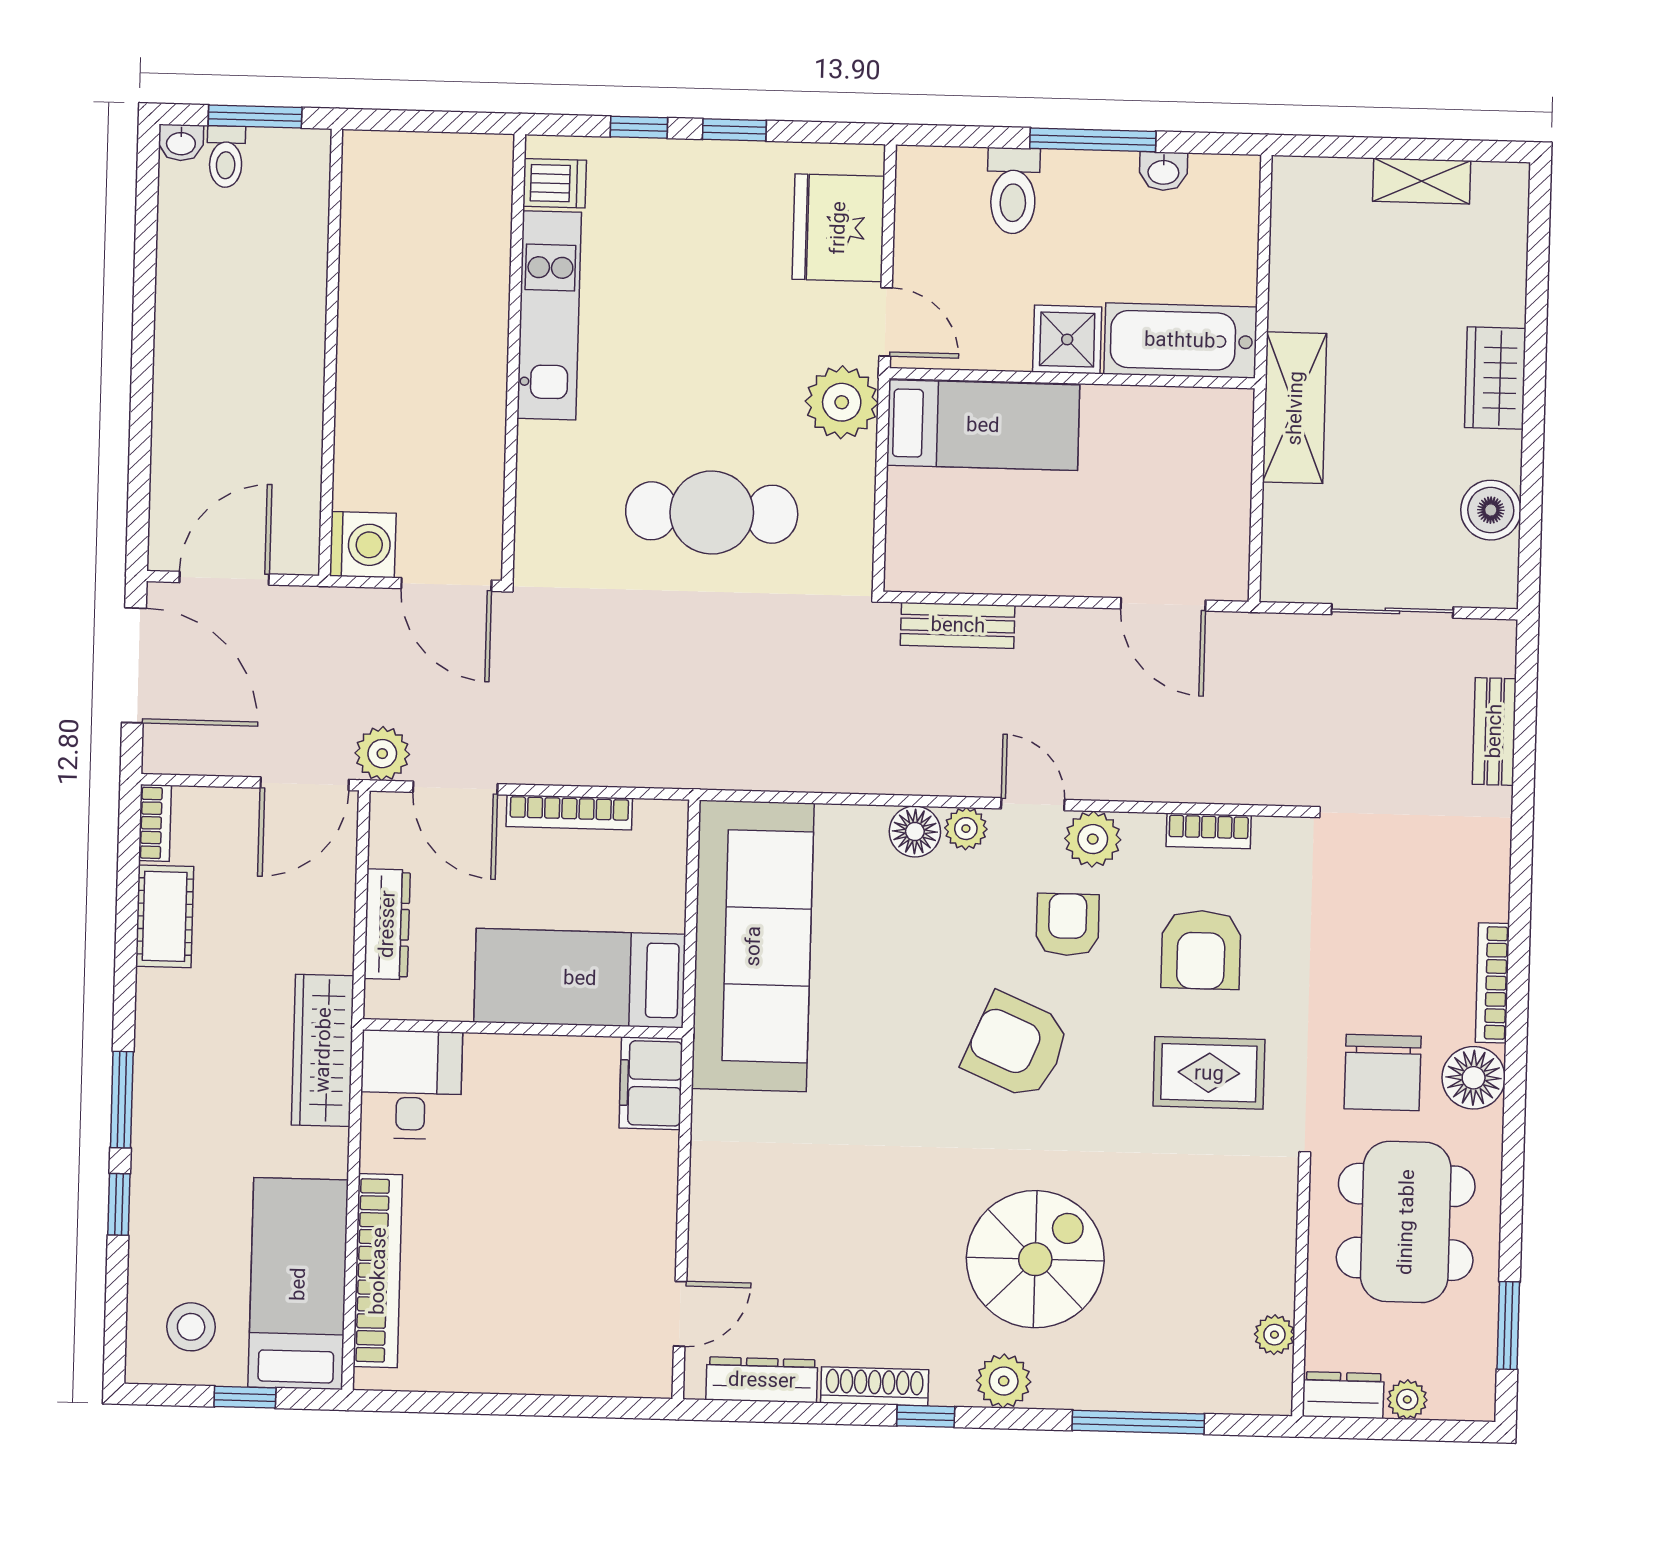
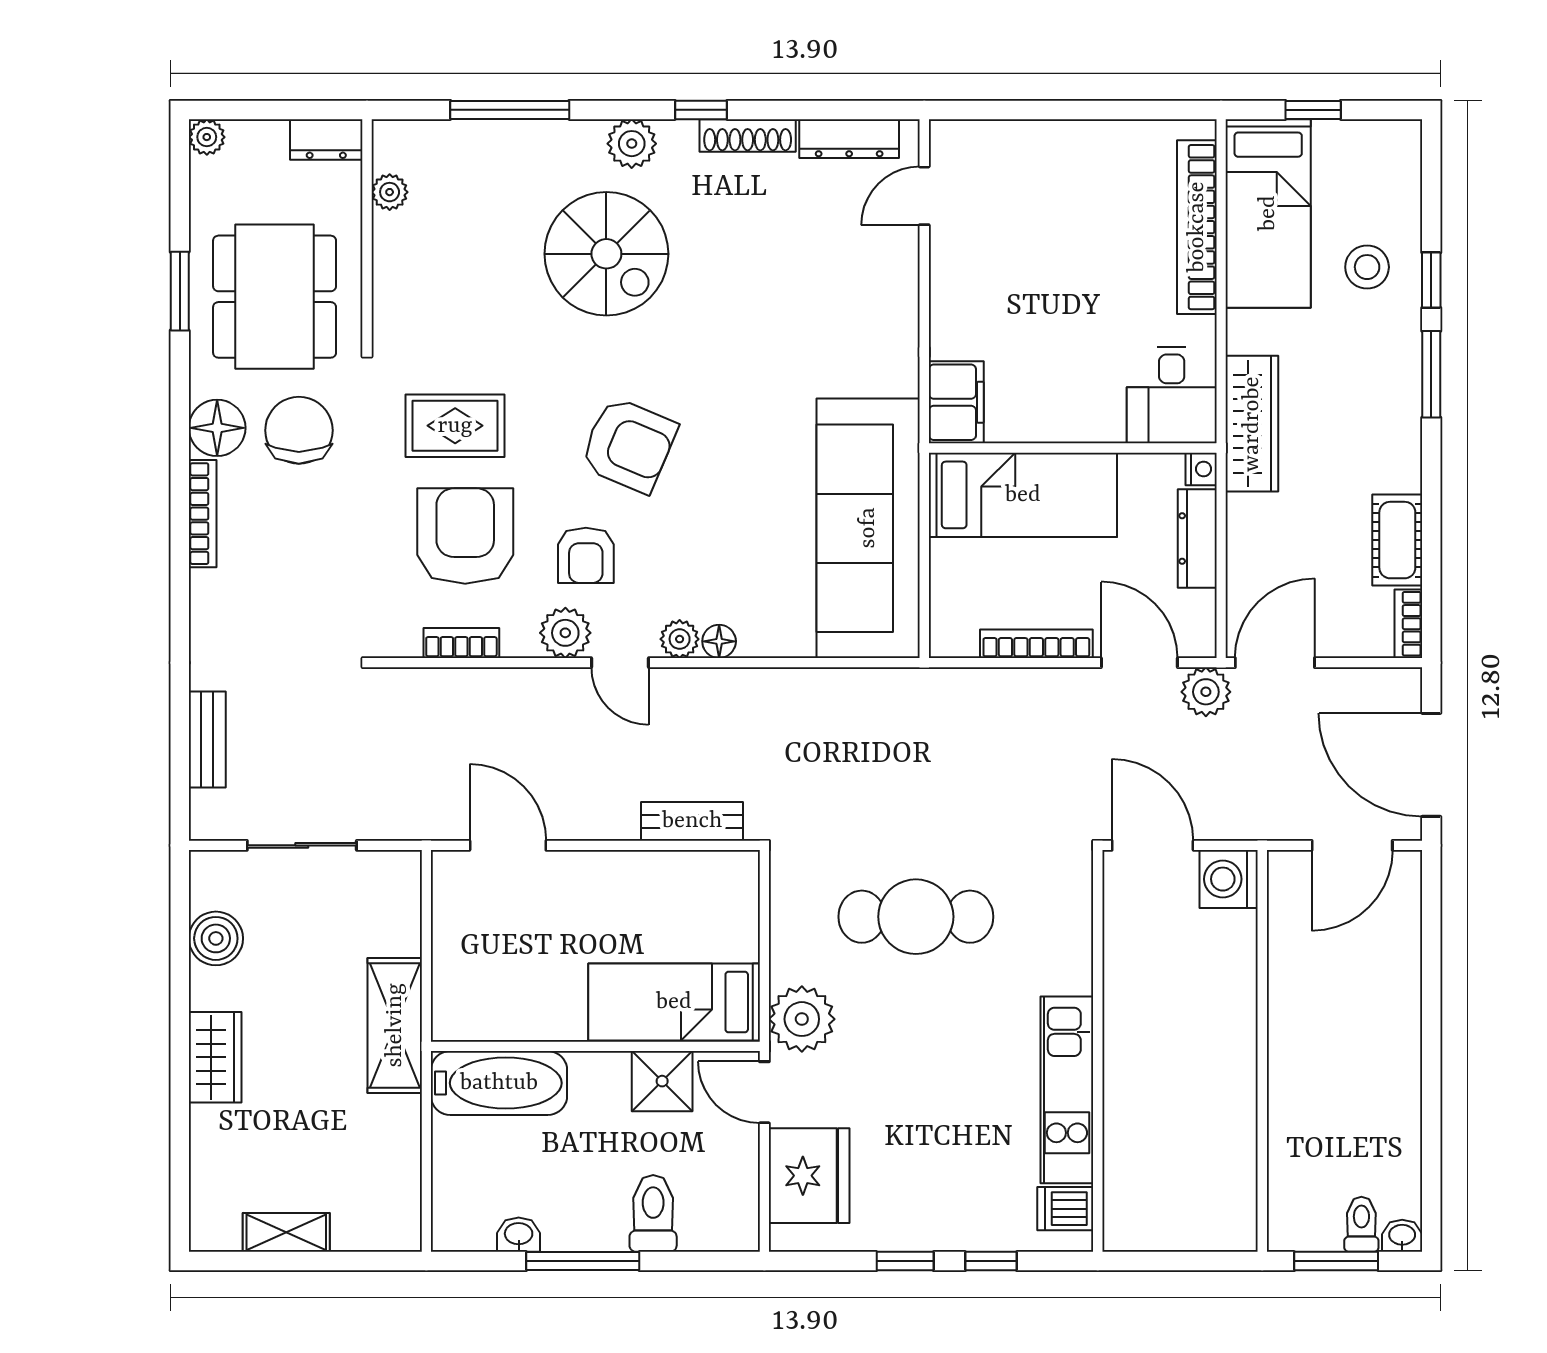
shower: (1067, 339) -> (662, 1081), moved
floor lamp: (915, 831) -> (719, 641), width x0.73, depth x0.73
armchair: (1201, 950) -> (465, 536), width x1.36, depth x1.36
nightstand: (381, 1001) -> (1201, 469), added
spiral stairs: (1035, 1259) -> (606, 254), turned -90
window: (1508, 1325) -> (180, 291), moved
stool: (191, 1327) -> (1367, 267), moved
plant: (1407, 1400) -> (207, 137), moved

